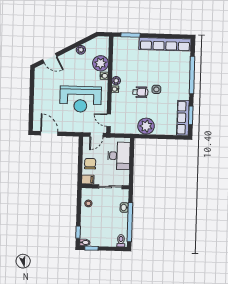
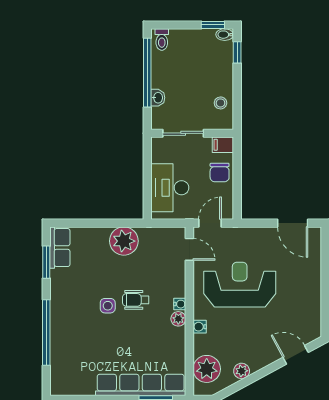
row of seats: (165, 44) -> (141, 385), moved
plant: (100, 63) -> (207, 369), moved
row of seats: (183, 118) -> (60, 248), width x0.68

